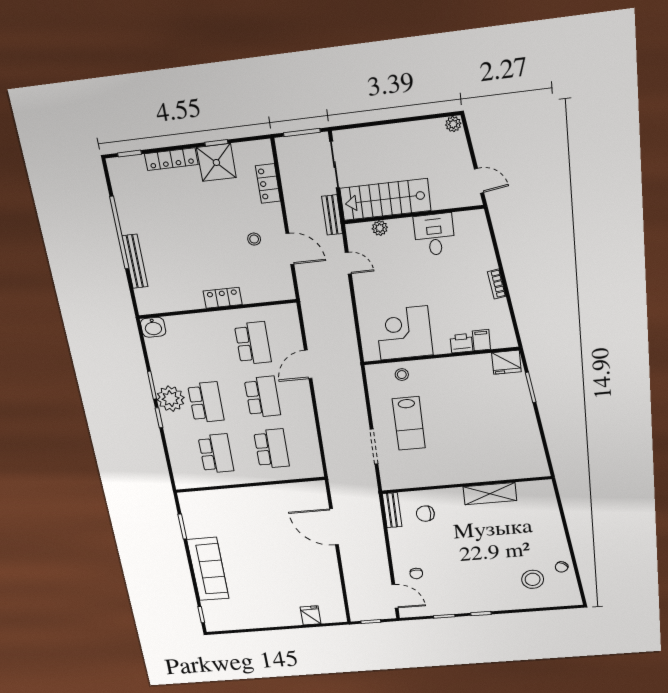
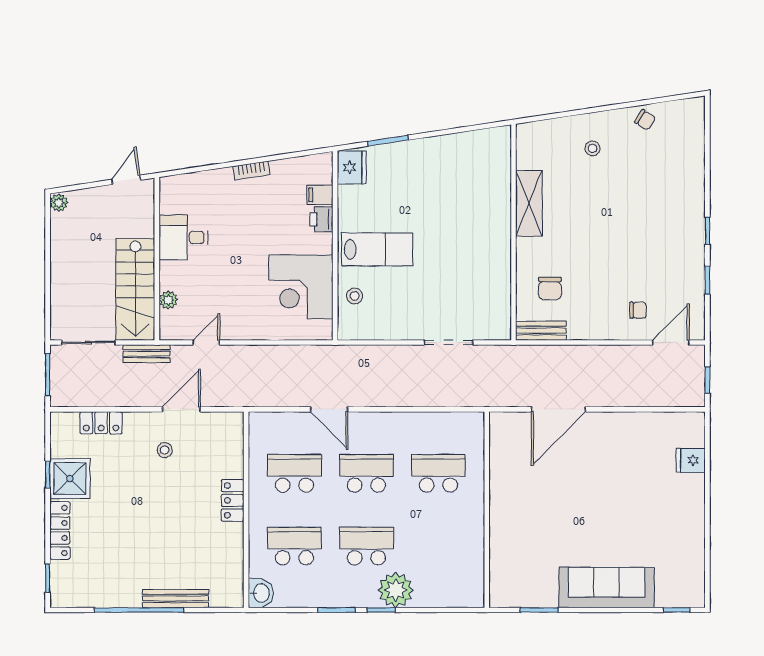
plant: (171, 399) -> (396, 590), moved
lab bench: (409, 423) -> (377, 249), moved
school desk: (216, 454) -> (294, 546), moved
stool: (533, 579) -> (593, 148), moved, width x0.53, depth x0.53

